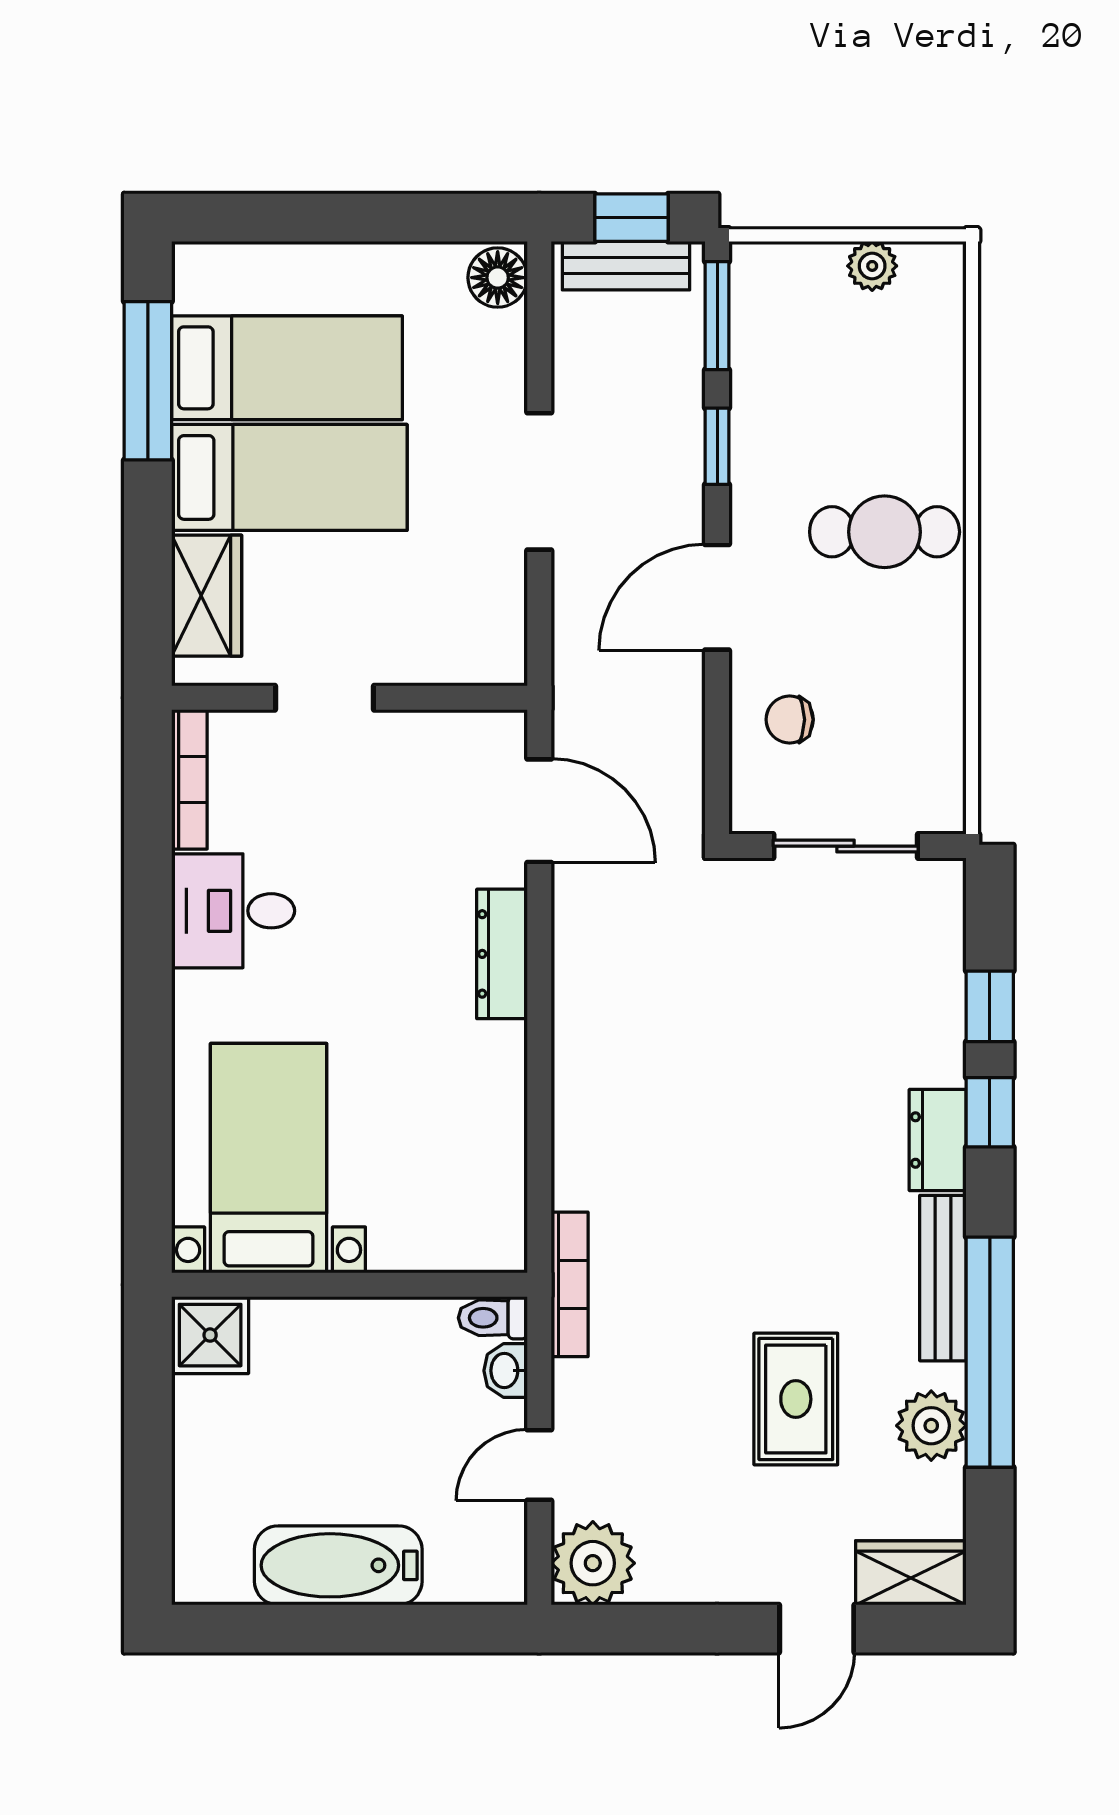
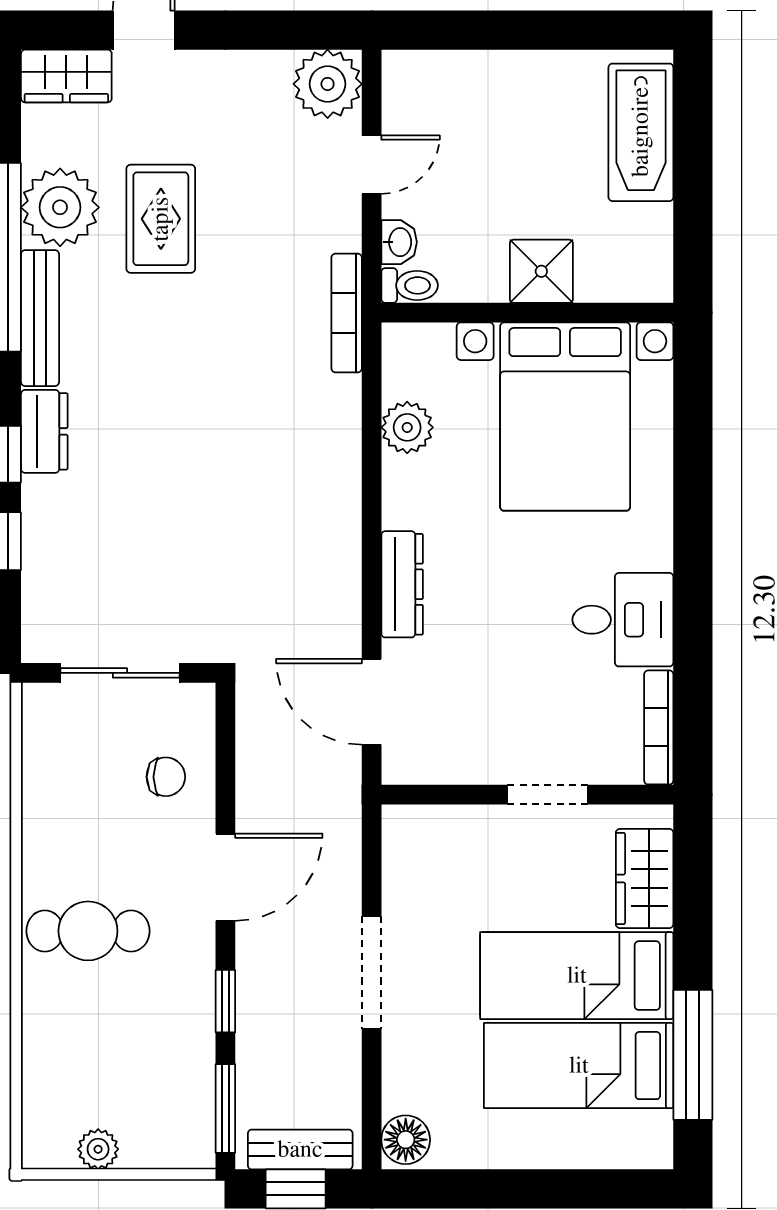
plant: (496, 1145) -> (407, 427), added
bed with nightstands: (269, 1158) -> (565, 417), width x1.36
shower: (210, 1335) -> (541, 271), moved
plant: (931, 1426) -> (60, 207), width x1.36, depth x1.36
bathtub: (338, 1565) -> (641, 132), moved, turned 90

